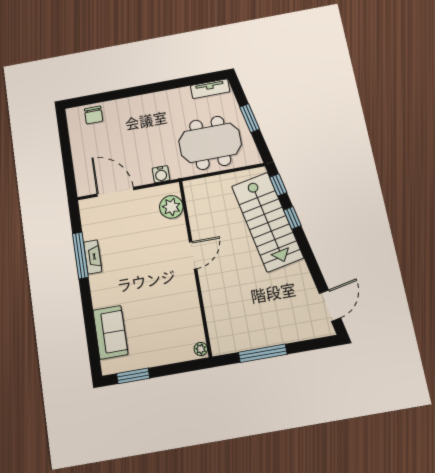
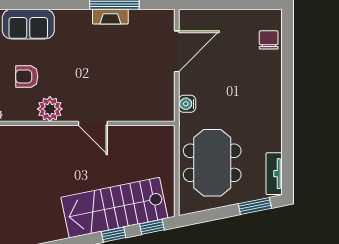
chair: (94, 115) -> (269, 40), turned 90
window: (250, 118) -> (255, 206), moved
plant: (171, 207) -> (50, 109), moved
armchair: (160, 325) -> (27, 76), added

